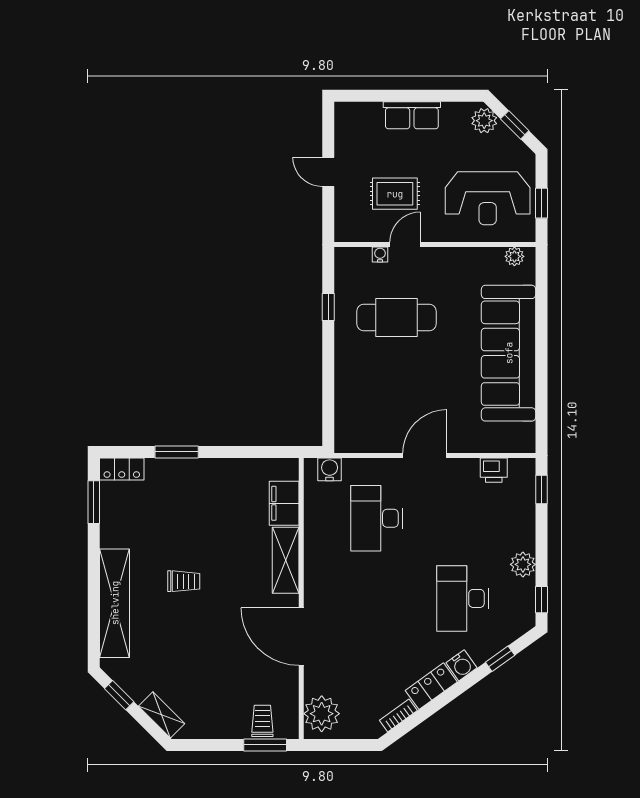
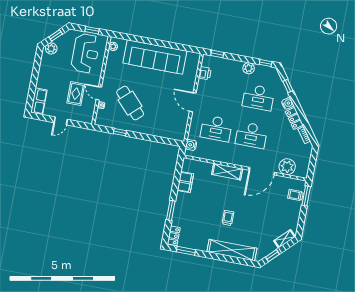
row of seats: (412, 115) -> (39, 101), moved
cafe table: (397, 318) -> (130, 103), turned -43
filing cabinet: (284, 503) -> (185, 182), moved, turned -90
desk: (377, 598) -> (251, 135), added
plant: (322, 714) -> (287, 167), moved

